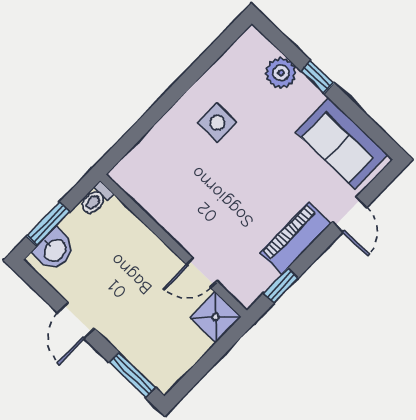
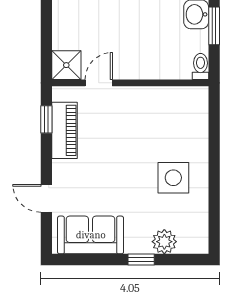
side table: (217, 123) -> (173, 178), width x1.37, depth x1.37
piano: (295, 238) -> (64, 130), moved

